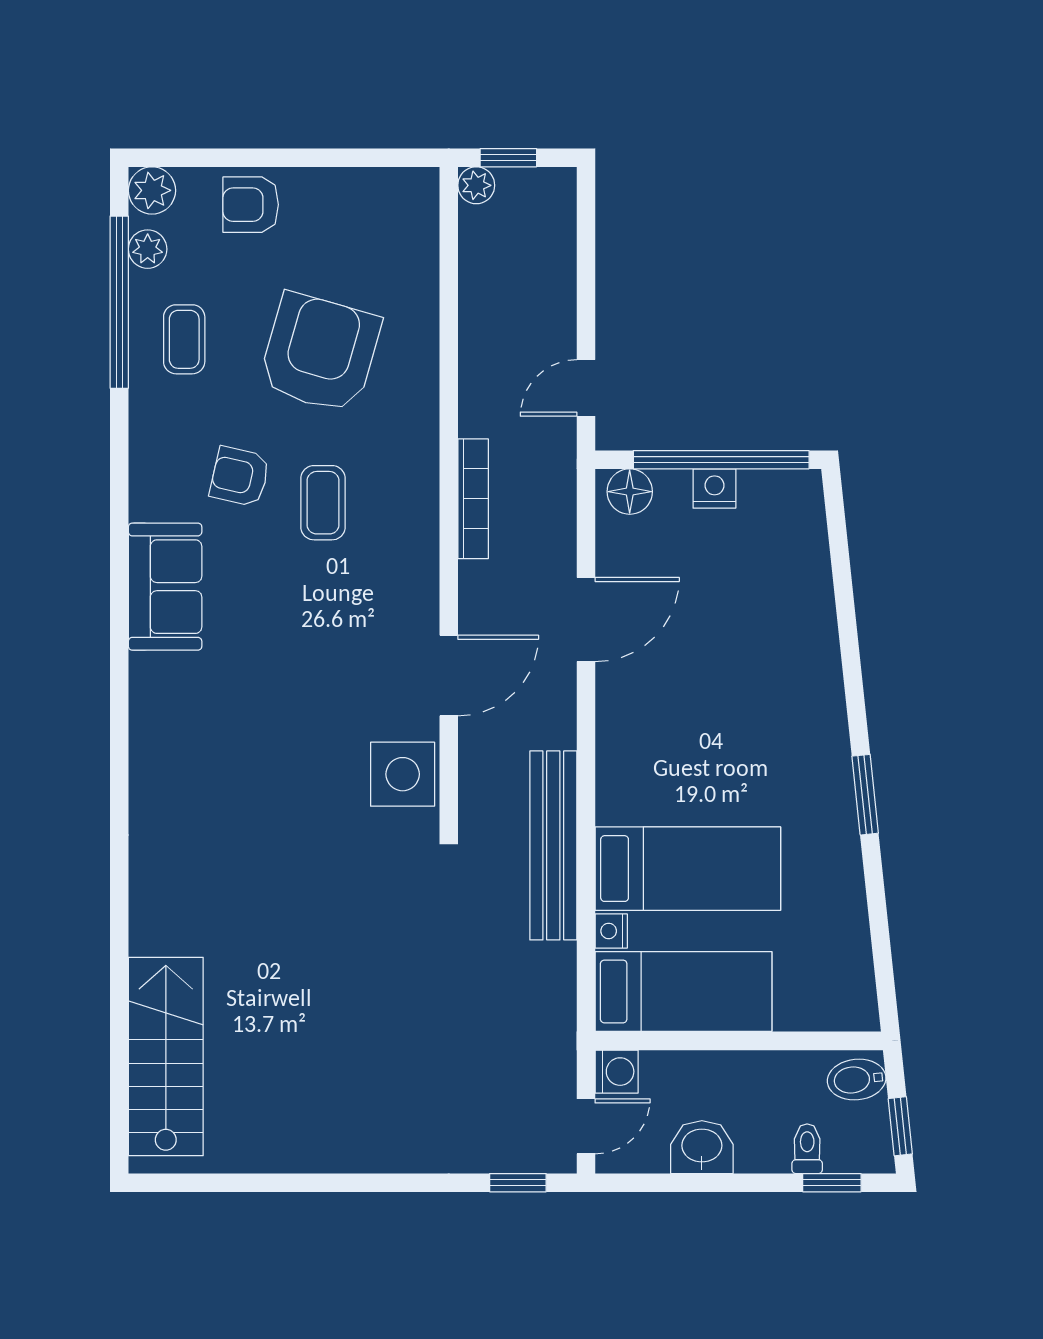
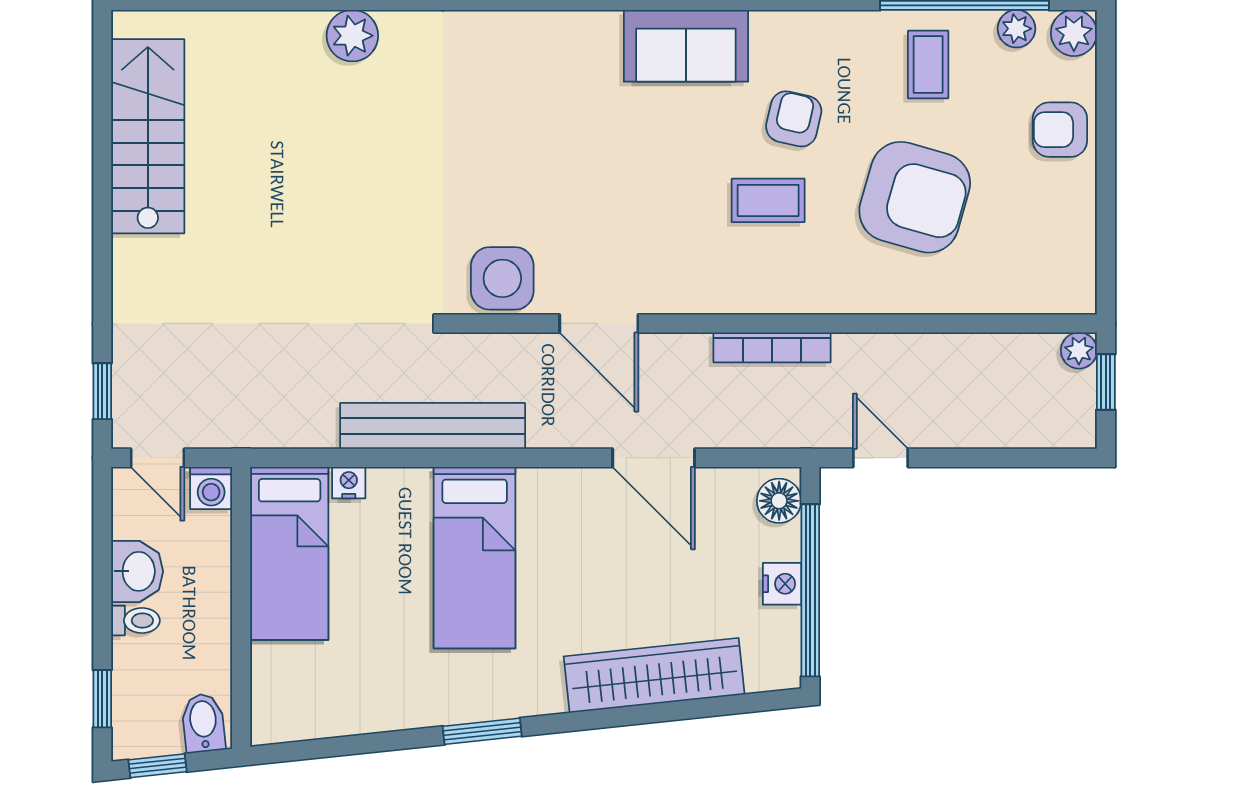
armchair: (251, 205) -> (1060, 130), turned -90
coffee table: (184, 339) -> (928, 64), turned 90
wardrobe: (808, 619) -> (654, 675), added
bed: (688, 869) -> (475, 558), moved
plant: (155, 927) -> (352, 36), added
stairs: (166, 1056) -> (148, 136), moved, turned -90
toilet: (807, 1149) -> (136, 621), moved

